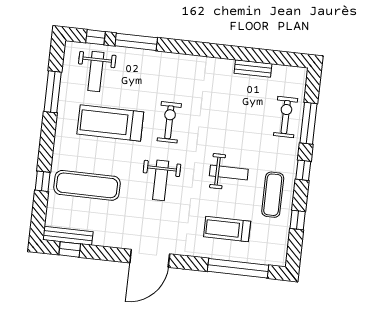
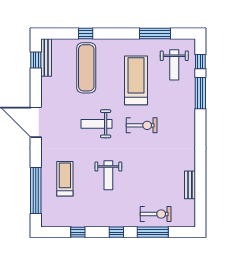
weight bench: (96, 71) -> (174, 65), turned -90
exercise mat: (273, 195) -> (95, 211), removed

